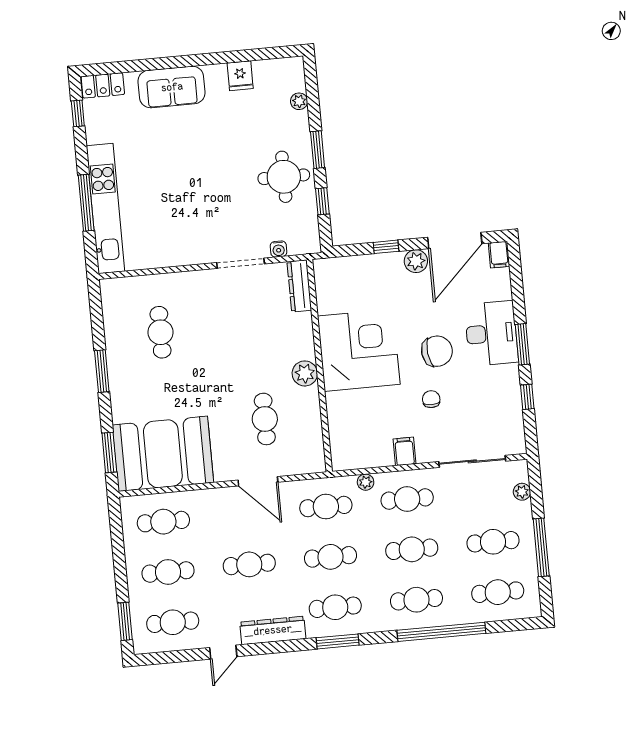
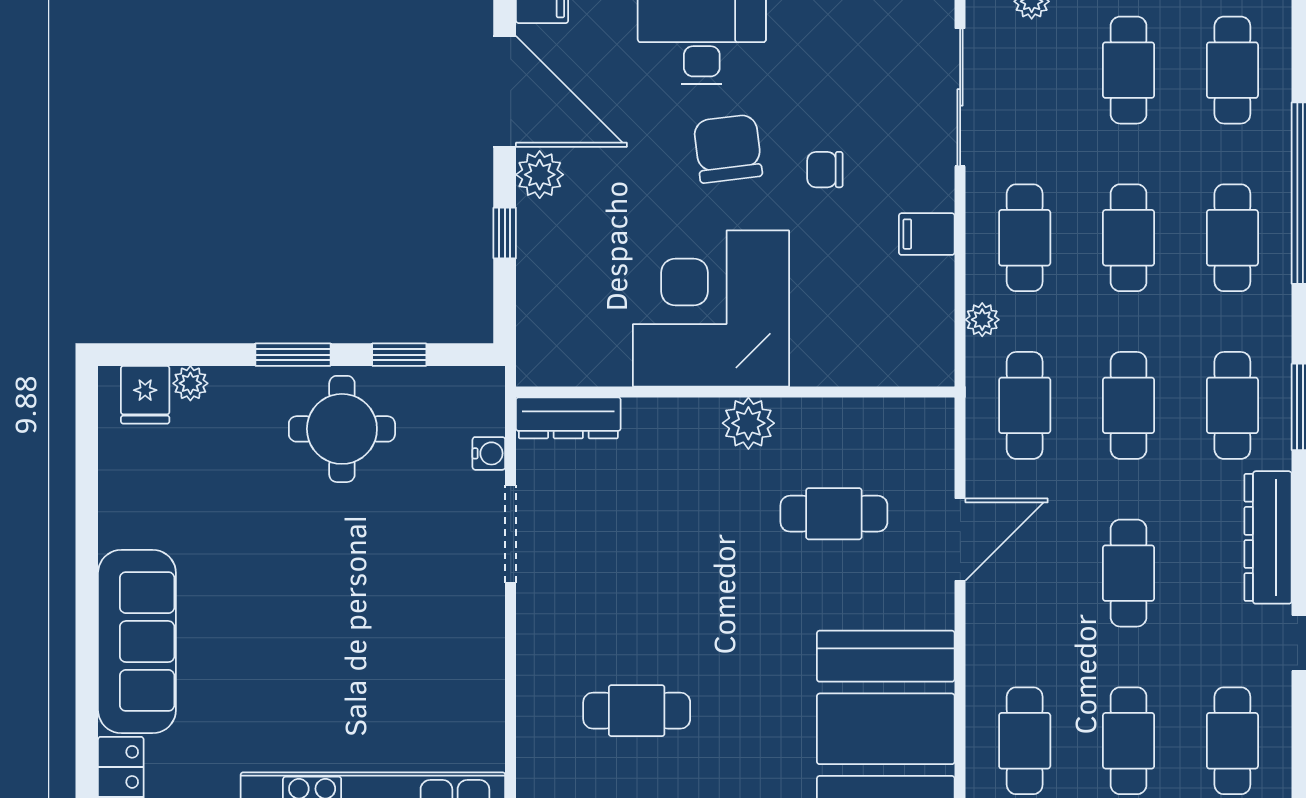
fridge: (240, 76) -> (145, 395), moved, turned 90
sofa: (172, 87) -> (137, 642), width x1.36

